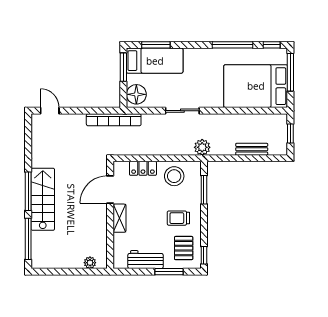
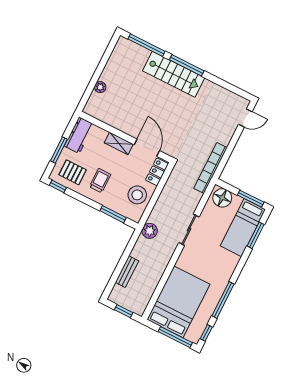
door: (110, 190) -> (147, 148), moved
wall: (110, 215) -> (125, 137), moved
shelving: (119, 218) -> (119, 143), moved

